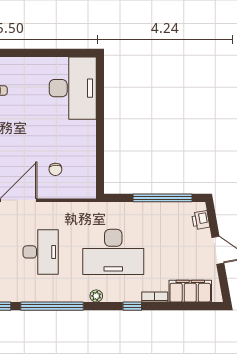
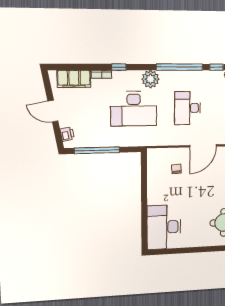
desk: (113, 252) -> (134, 109), turned 180
plant: (96, 296) -> (150, 79), width x1.88, depth x1.88

